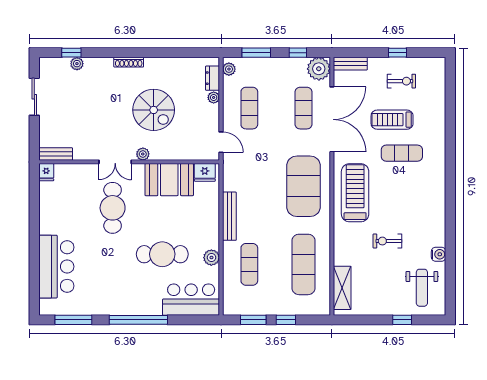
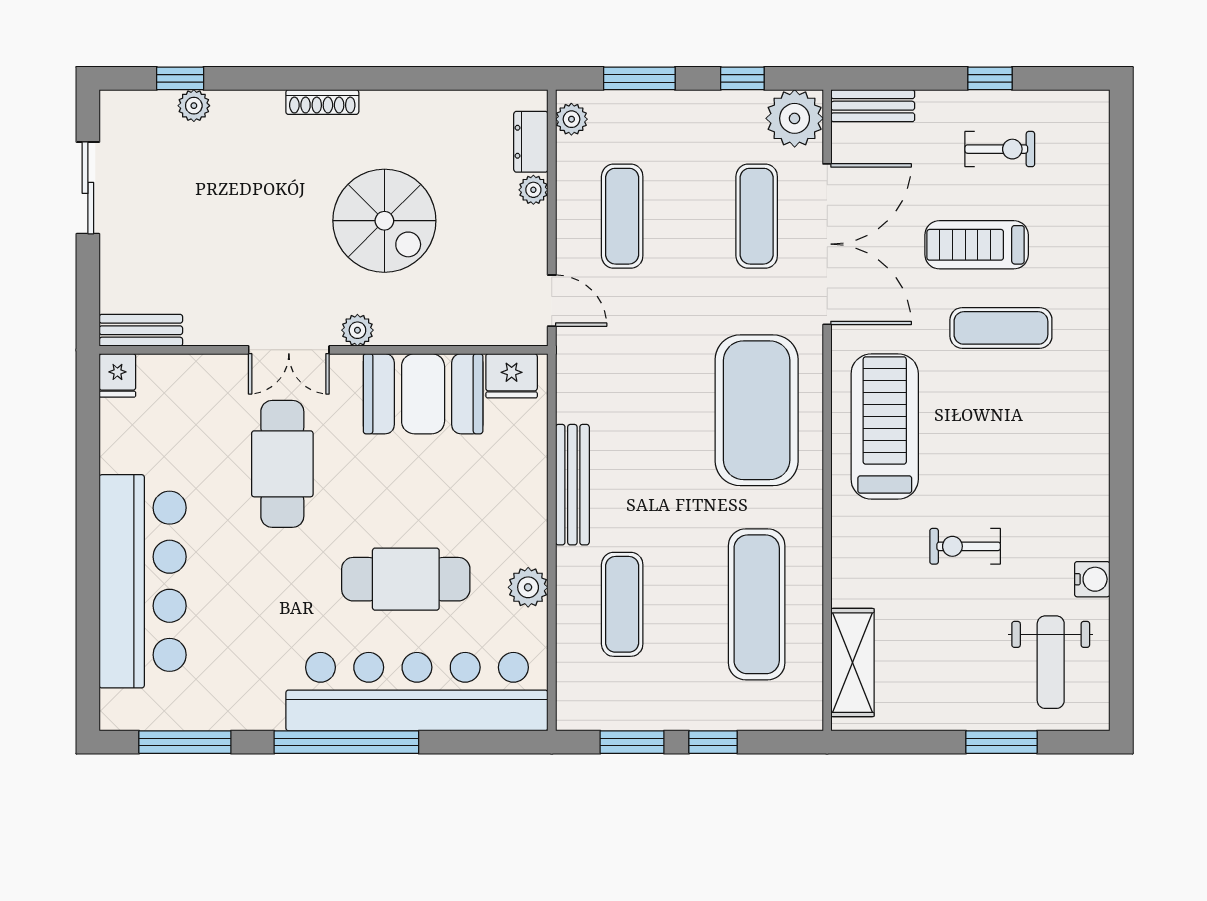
bar counter: (56, 267) -> (143, 581), width x1.36
bar counter: (191, 300) -> (417, 692), width x1.86
window: (402, 320) -> (1001, 742), width x1.50

